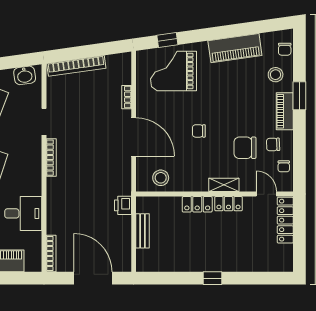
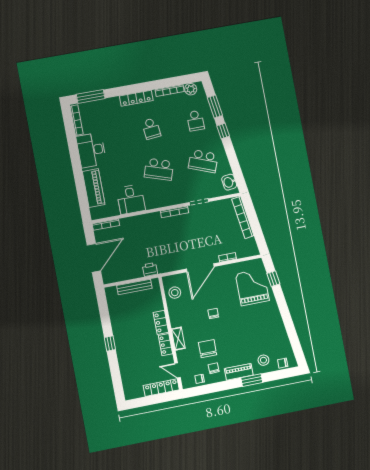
piano: (235, 48) -> (277, 328), removed
door: (266, 194) -> (177, 370), swing flipped
bench: (143, 231) -> (134, 287), width x1.36

